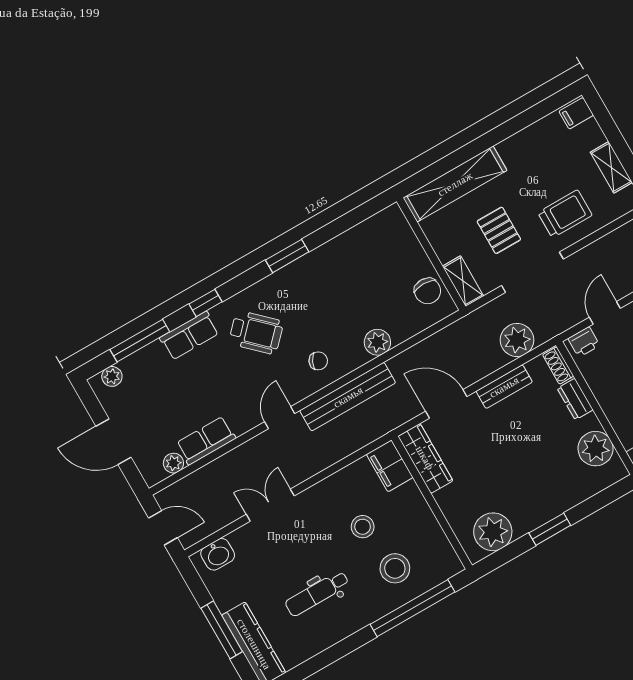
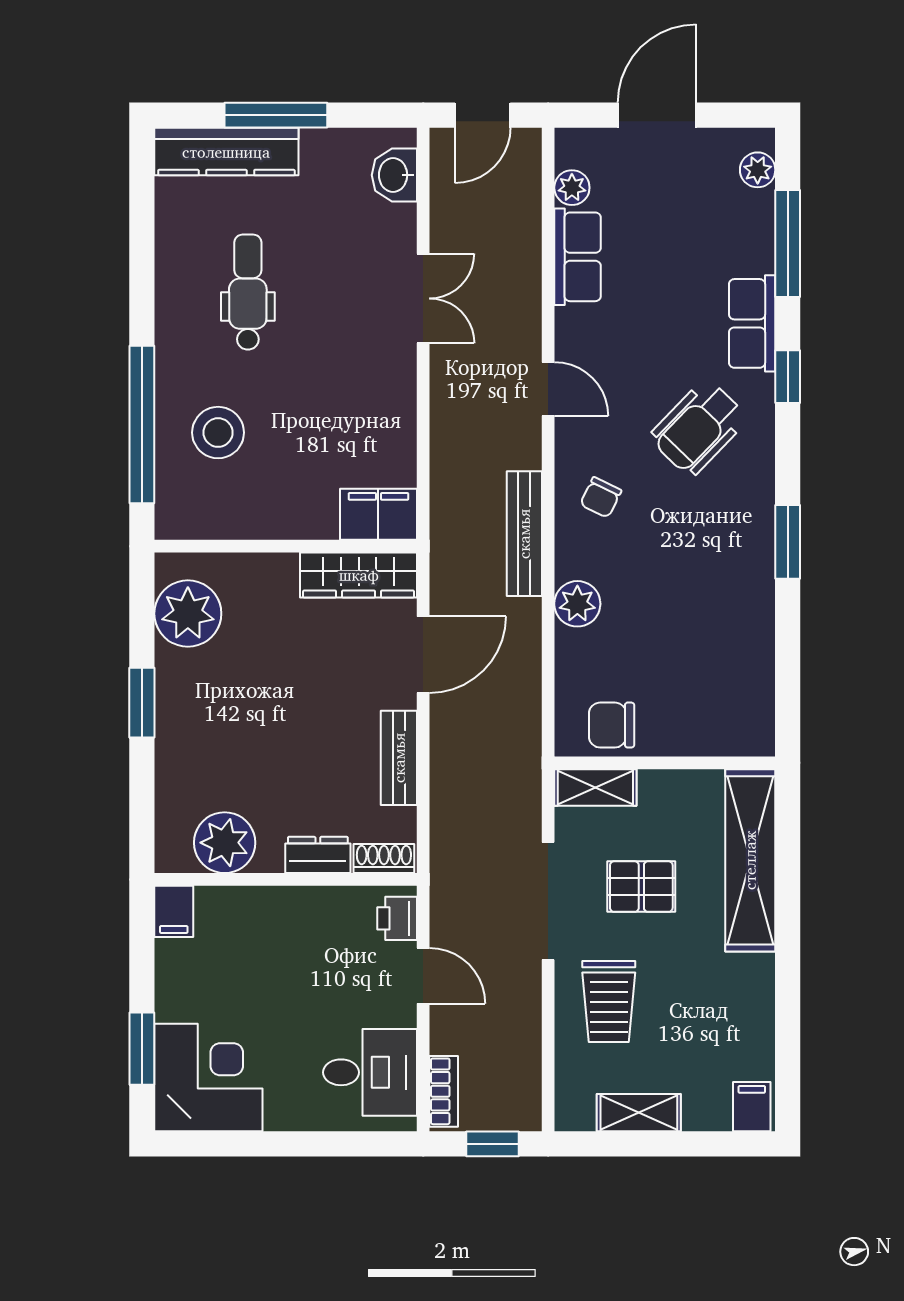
plant: (517, 340) -> (459, 818), removed
bench: (348, 397) -> (524, 534), width x0.73, depth x0.82
stool: (363, 527) -> (310, 420), removed

